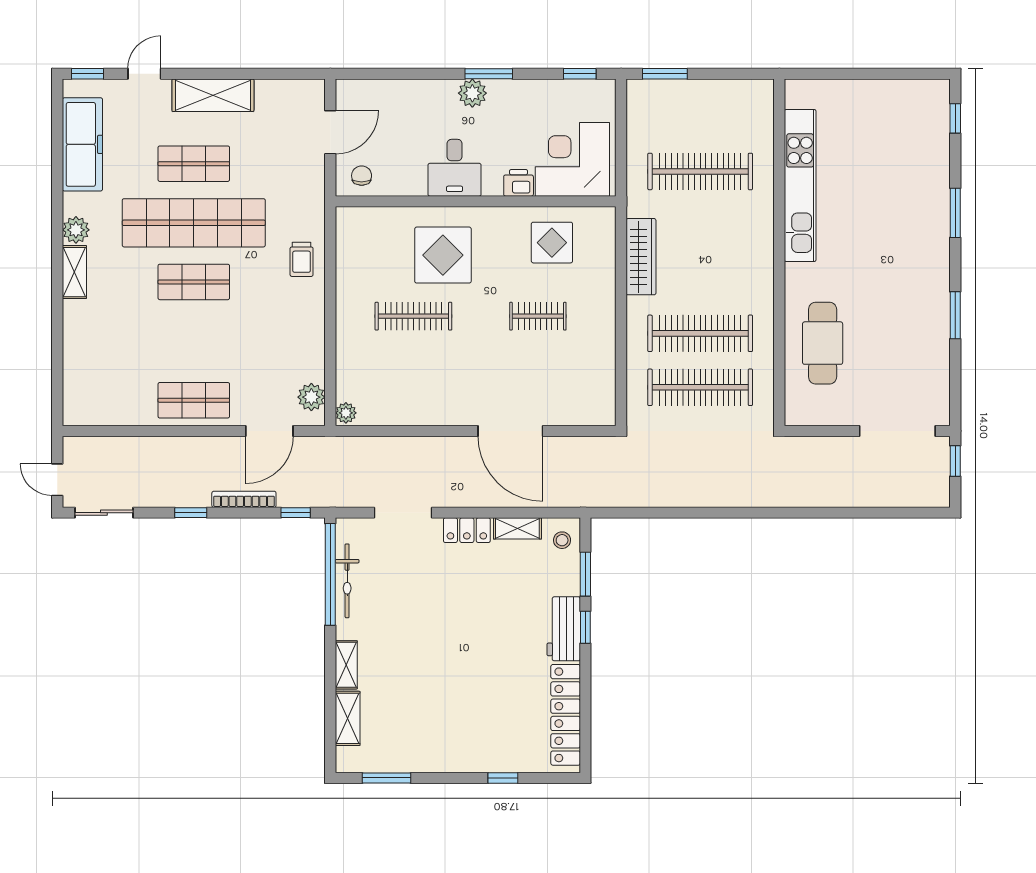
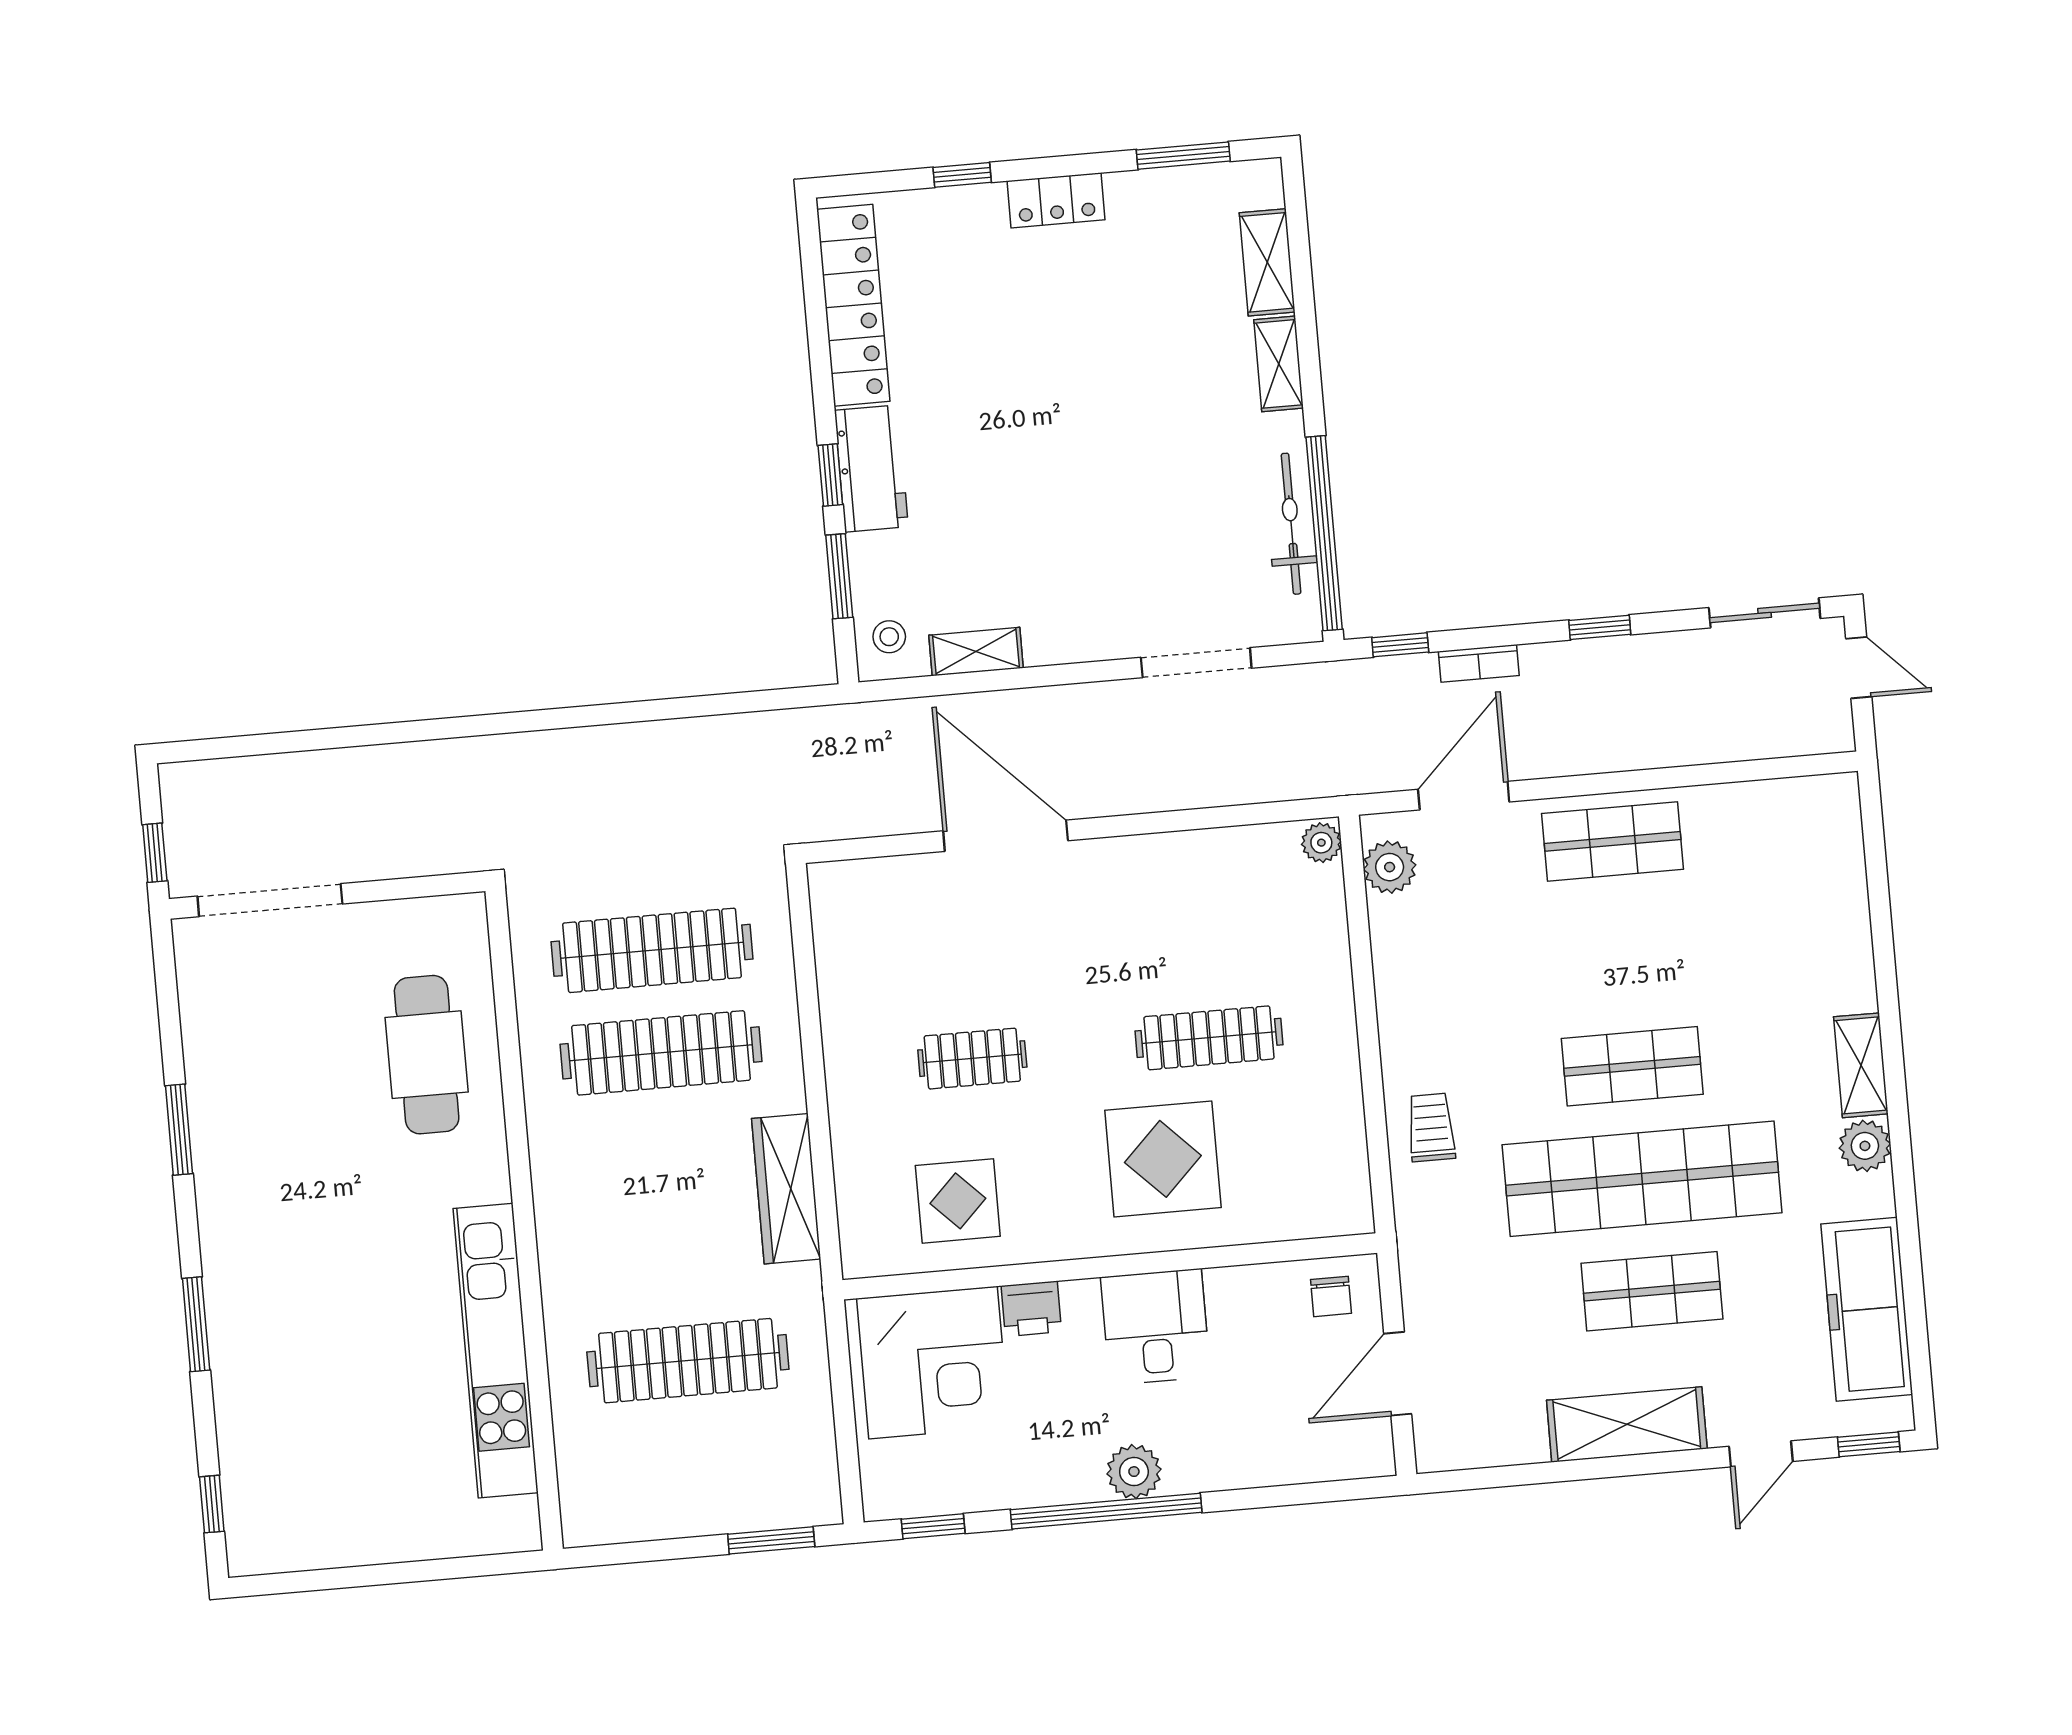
window: (489, 74) -> (1106, 1511), width x2.11
bookcase: (244, 499) -> (1479, 663), width x0.64
locker: (467, 530) -> (1056, 200), moved, turned 180

